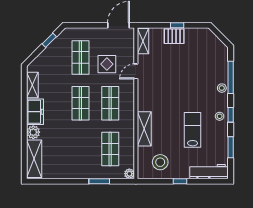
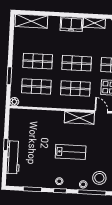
shelving: (144, 129) -> (79, 118), moved
lab bench: (193, 130) -> (71, 152), moved
plant: (33, 132) -> (54, 22), removed
shop shelf: (80, 149) -> (38, 61), added
stool: (160, 162) -> (99, 178), moved
workbench: (209, 172) -> (13, 157), moved

